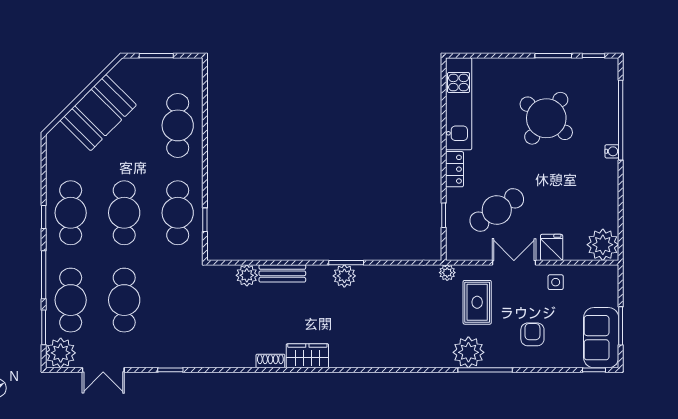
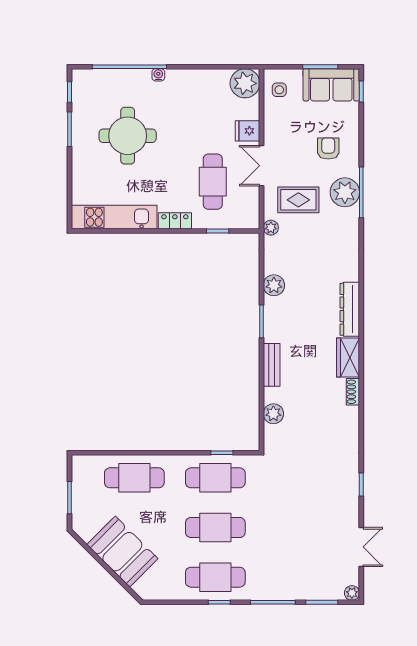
round table: (546, 118) -> (128, 136), turned -37
cafe table: (497, 210) -> (213, 182), turned 34
bench: (282, 273) -> (272, 365), moved
plant: (344, 276) -> (274, 285), moved
side table: (556, 282) -> (279, 90), moved
cafe table: (71, 300) -> (296, 577), removed
cafe table: (124, 300) -> (296, 527), removed
armchair: (532, 334) -> (328, 149), turned 90
plant: (468, 352) -> (345, 192), moved
plant: (61, 353) -> (352, 593), width x0.53, depth x0.53
dresser: (359, 358) -> (350, 309), added

